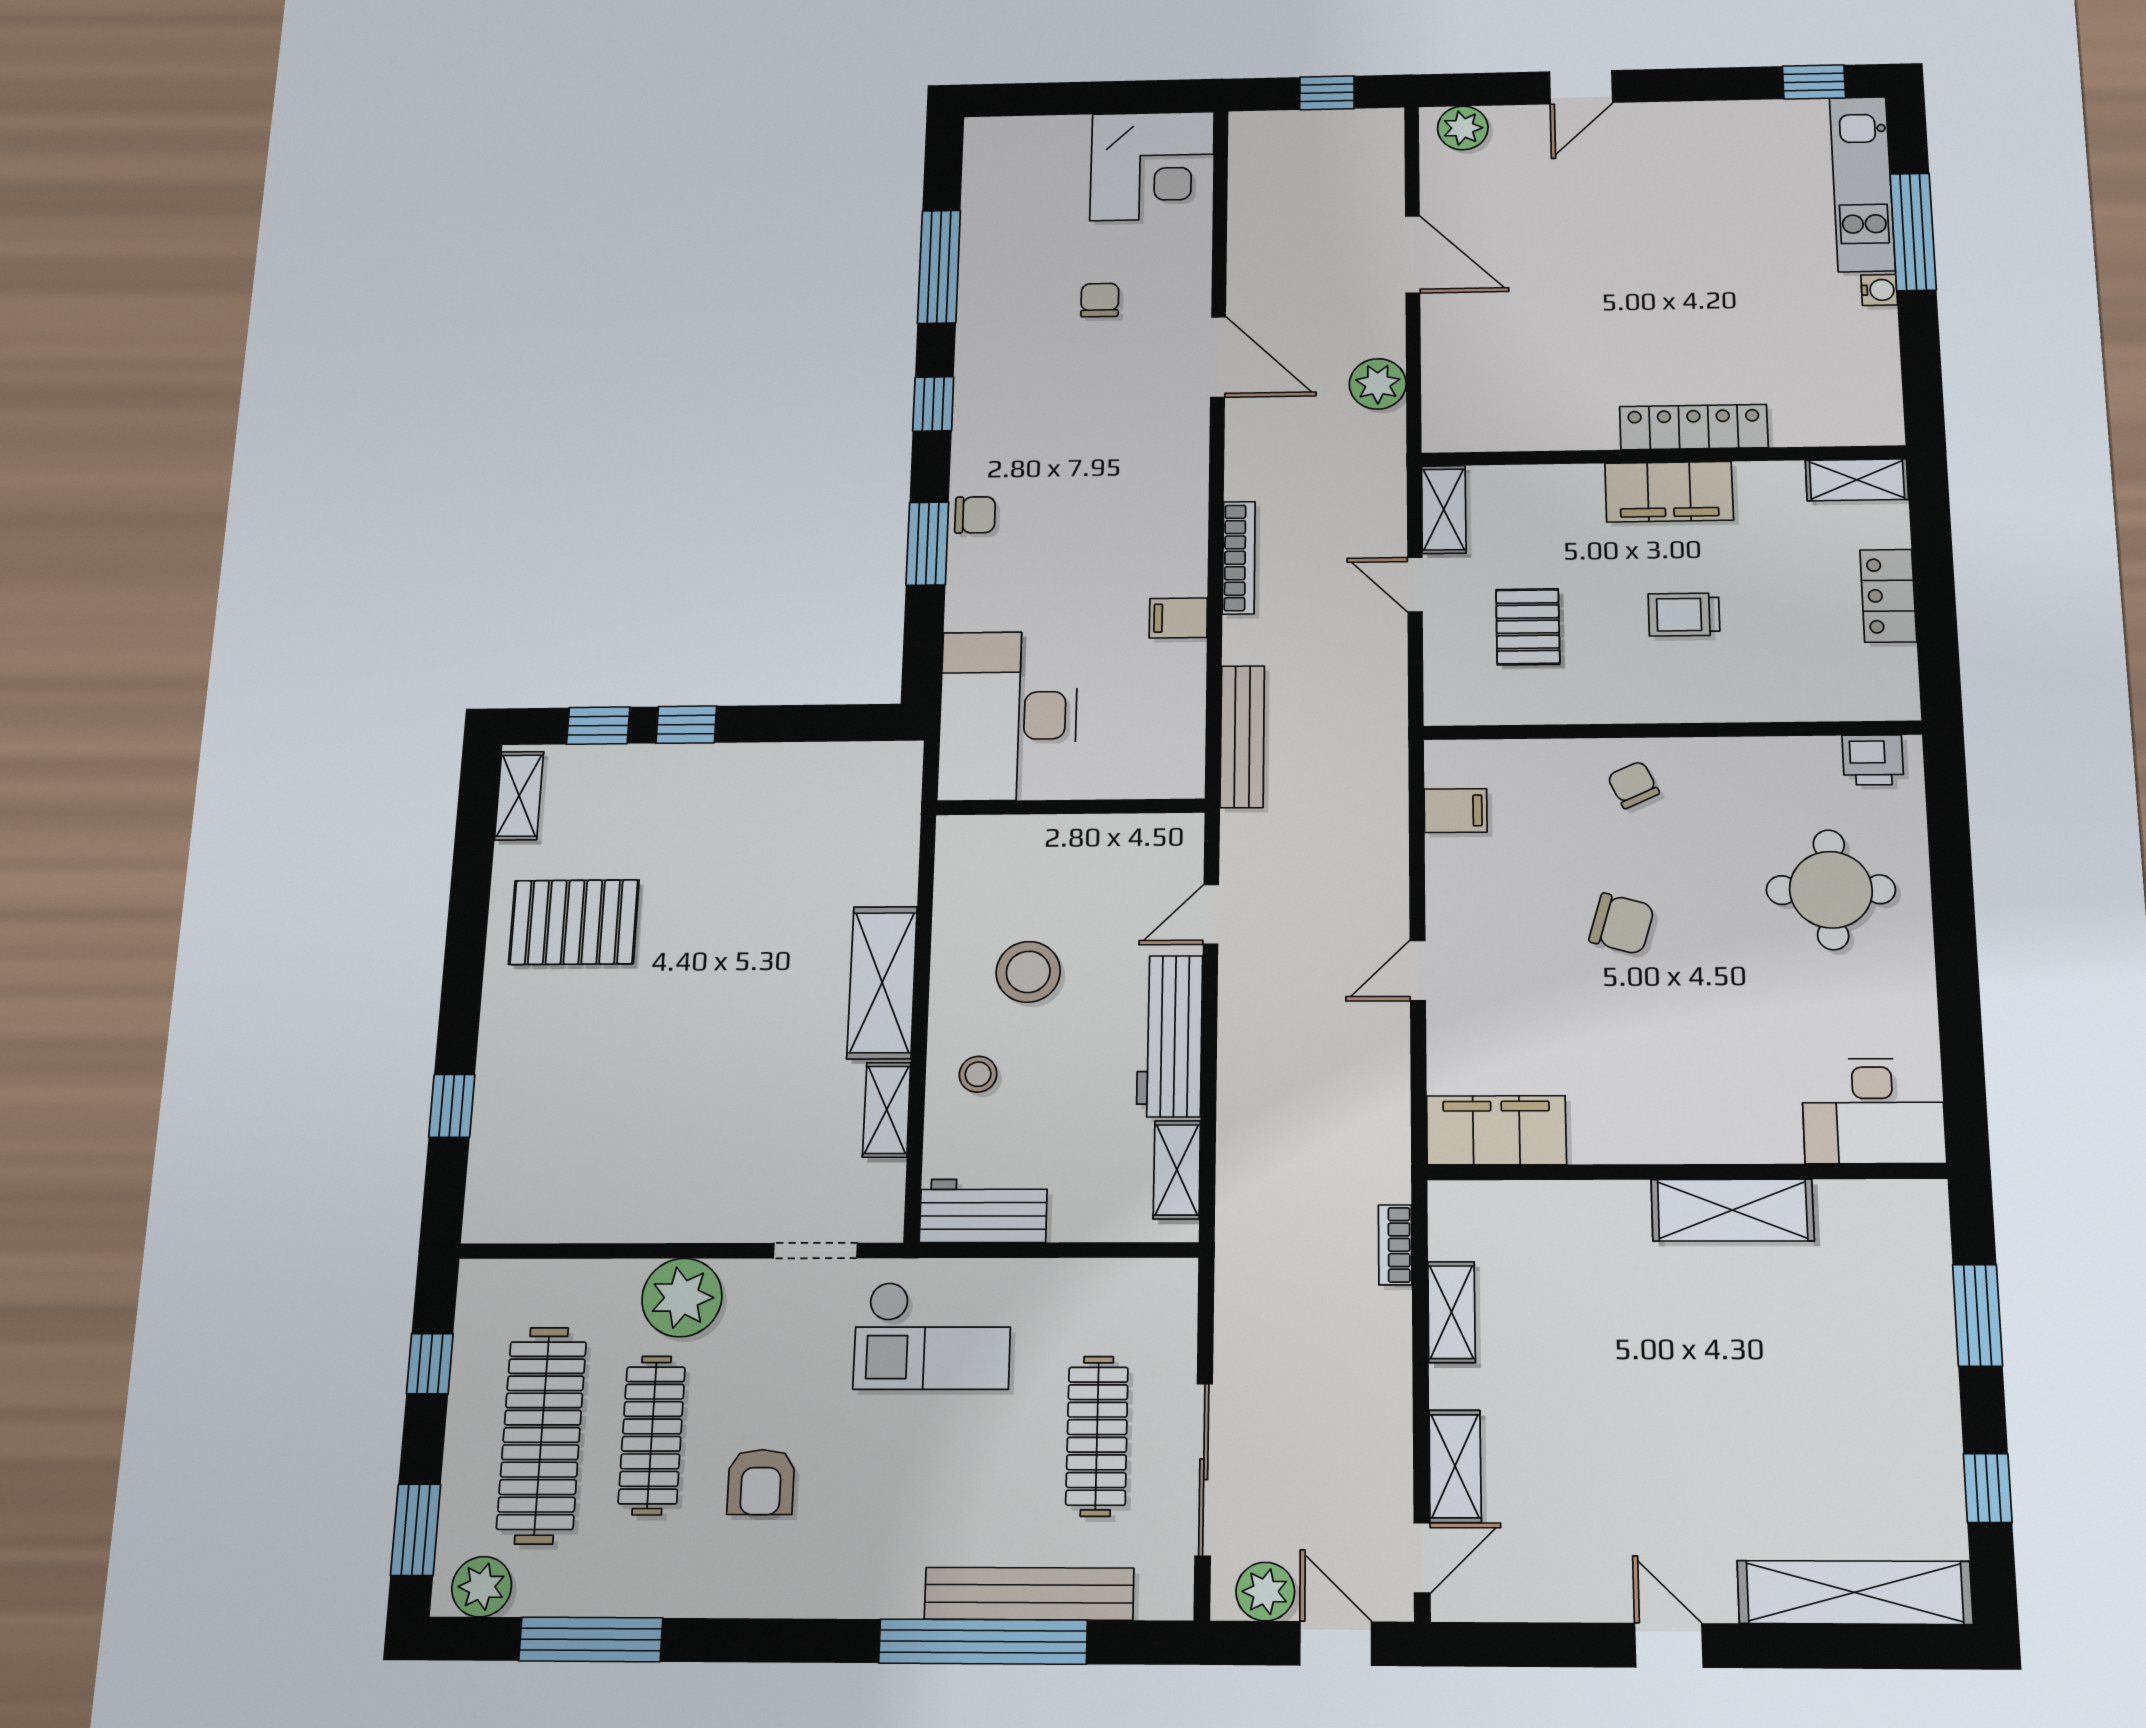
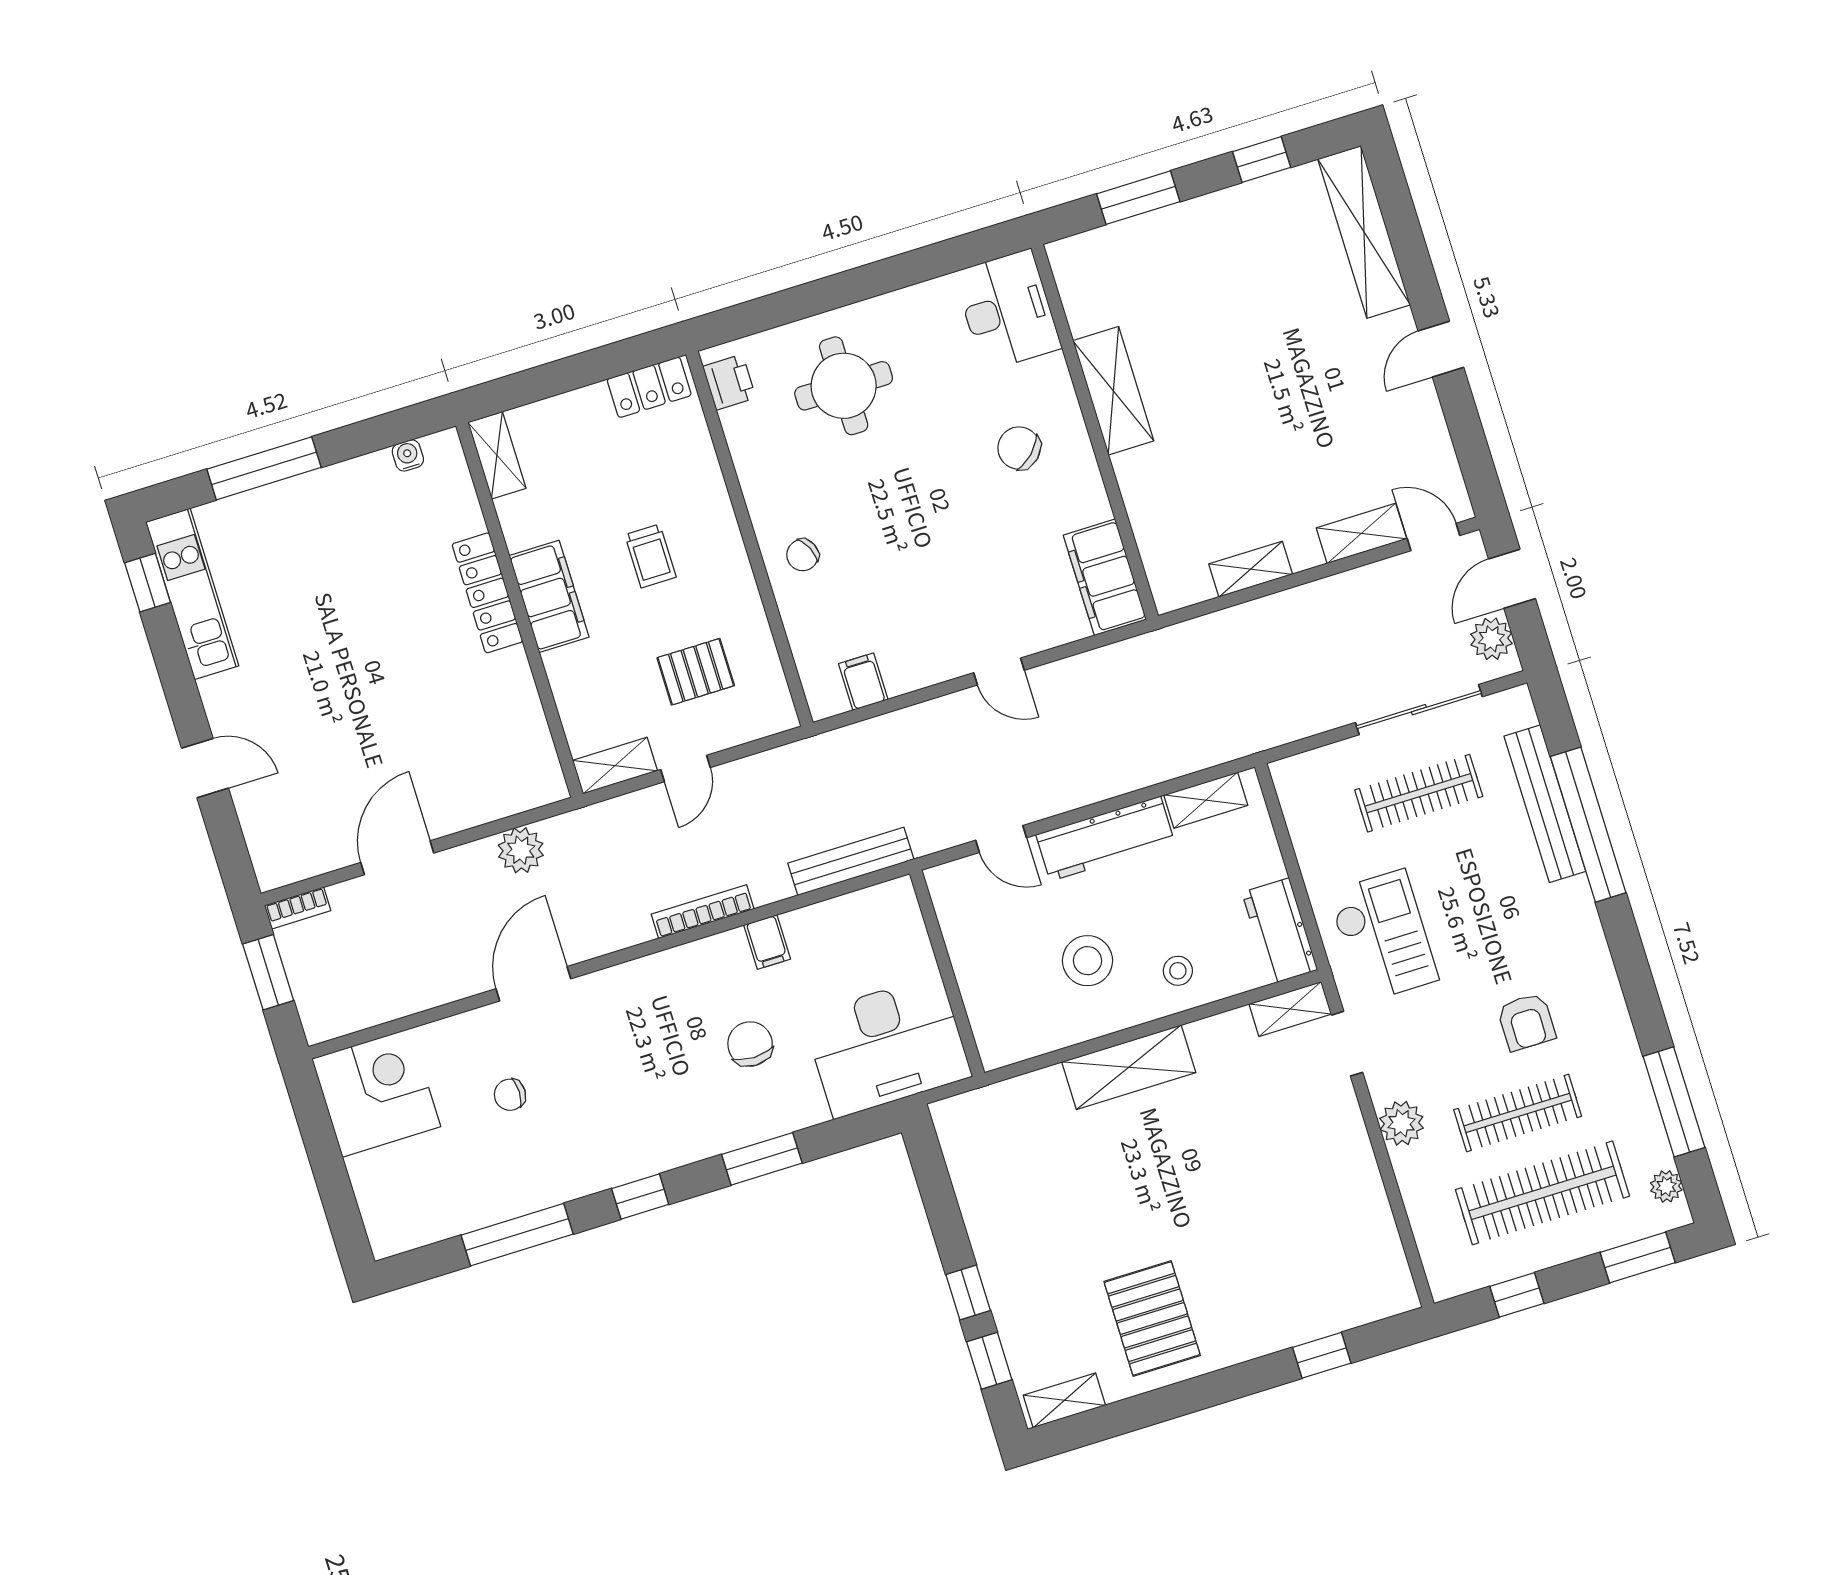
window: (1327, 93) -> (268, 972), width x1.50
plant: (1463, 128) -> (270, 852), removed
kitchen unit: (1862, 184) -> (192, 594), moved, turned -90
water cooler: (1879, 290) -> (408, 455), moved
chair: (975, 515) -> (750, 1044), moved, width x1.37, depth x1.37
locker: (1888, 596) -> (649, 387), moved
chair: (1622, 924) -> (1019, 448), moved, turned -60
shelving: (887, 1110) -> (1290, 1009), moved
bookcase: (1395, 1245) -> (298, 908), moved
plant: (682, 1298) -> (1402, 1123), width x0.73, depth x0.73
armchair: (761, 1482) -> (1526, 1022), turned 90
plant: (482, 1587) -> (1666, 1186), width x0.73, depth x0.73

